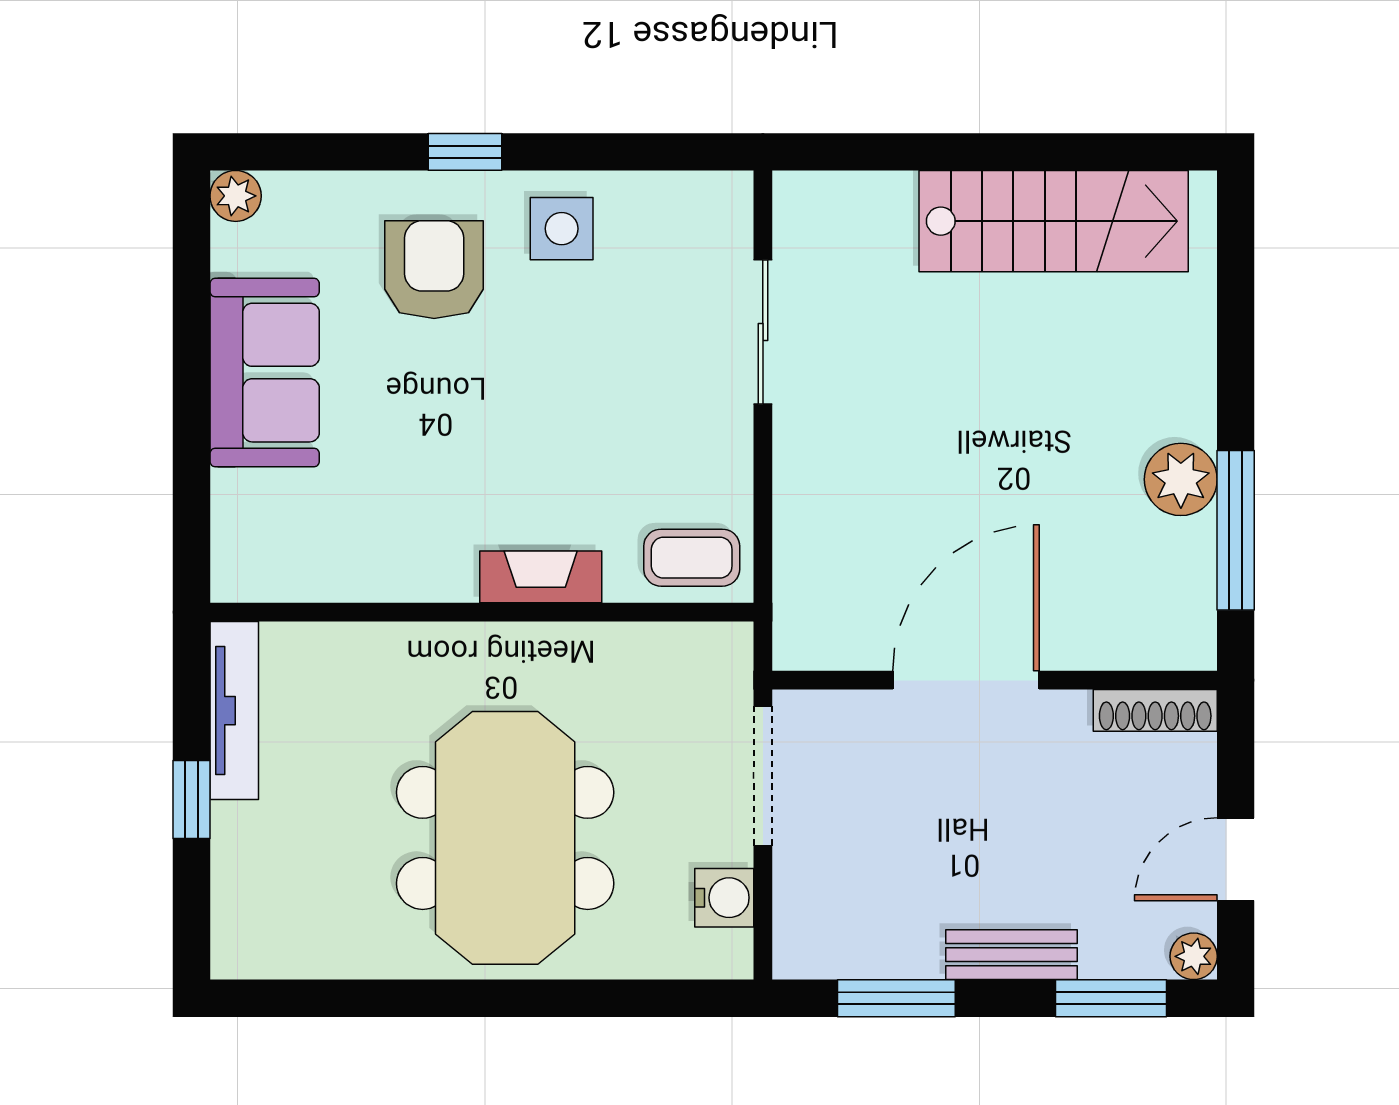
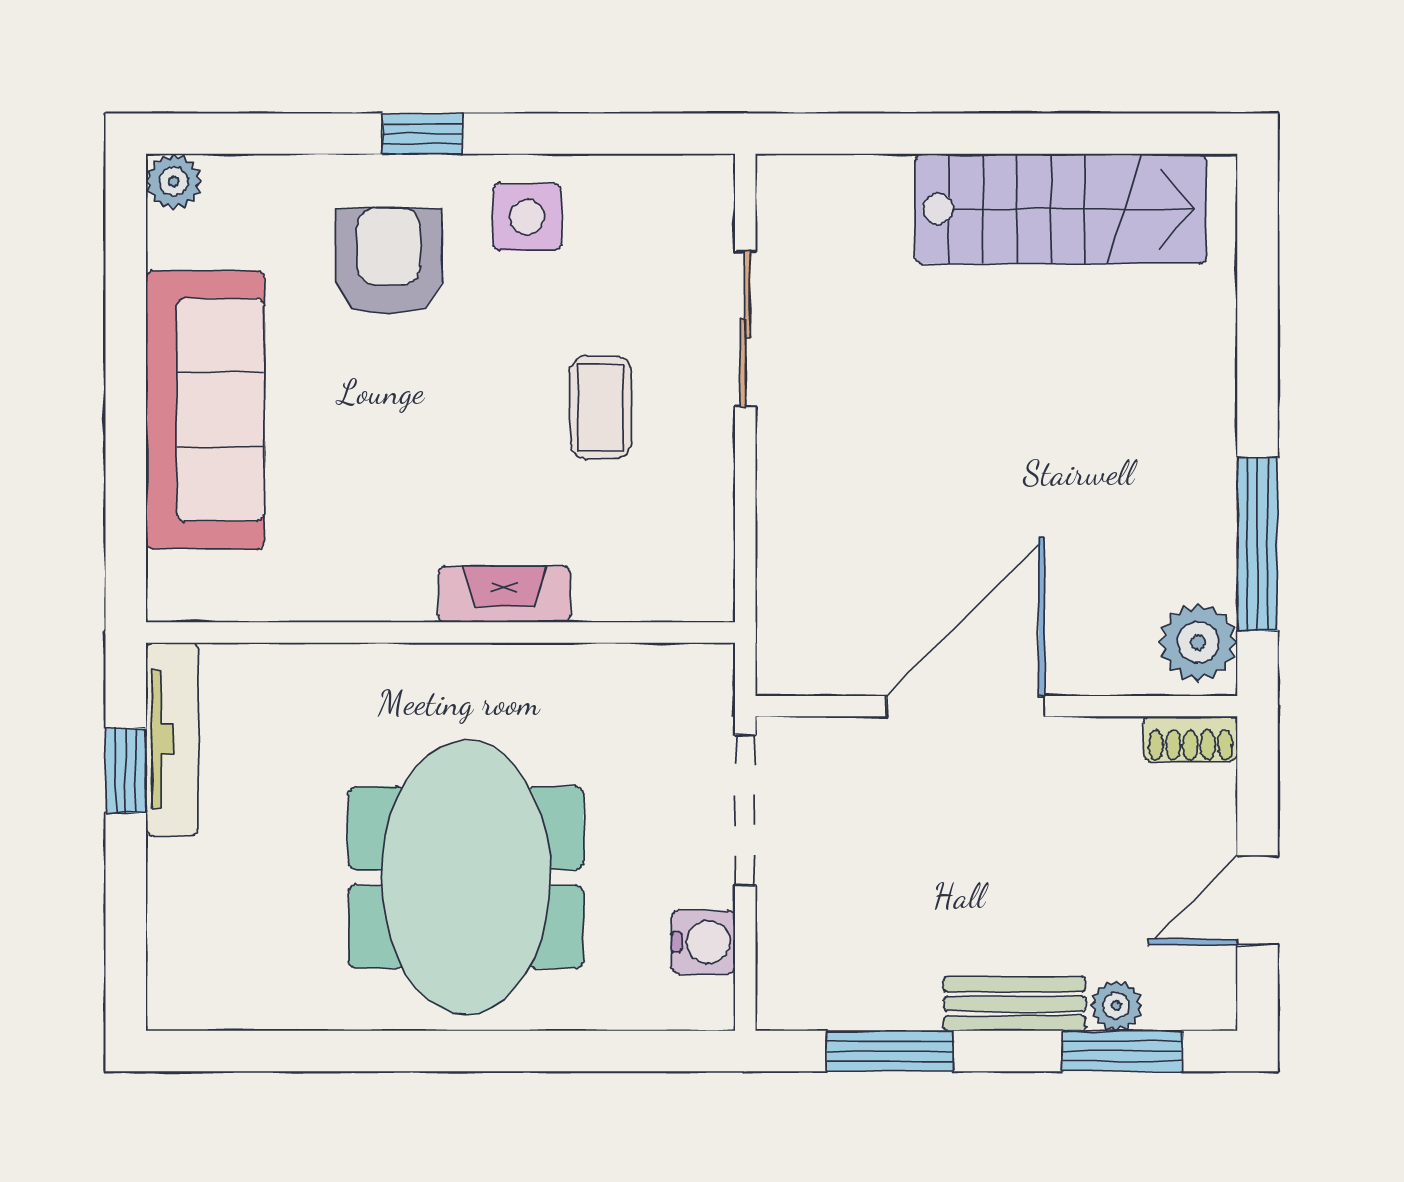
sofa: (265, 373) -> (205, 410), width x1.36
plant: (1181, 479) -> (1198, 642), moved
coffee table: (692, 558) -> (601, 407), moved, turned 90
shoe rack: (1155, 710) -> (1190, 739), width x0.70
window: (191, 800) -> (126, 770), moved
plant: (1194, 956) -> (1116, 1006), moved

